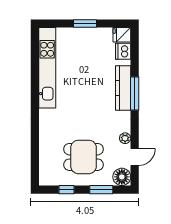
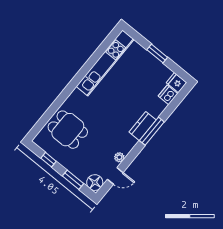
kitchen counter: (123, 88) -> (143, 126), width x0.67
dining table: (84, 157) -> (68, 130), moved

